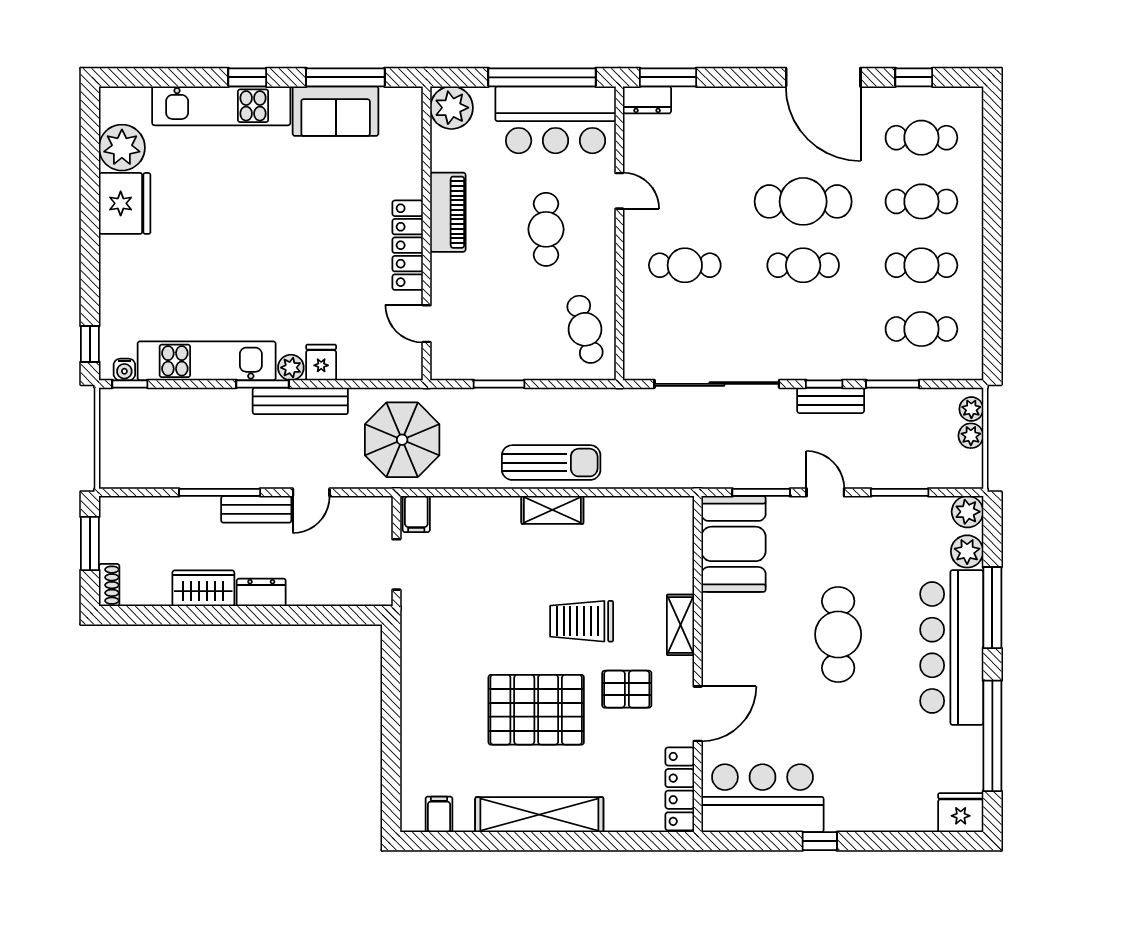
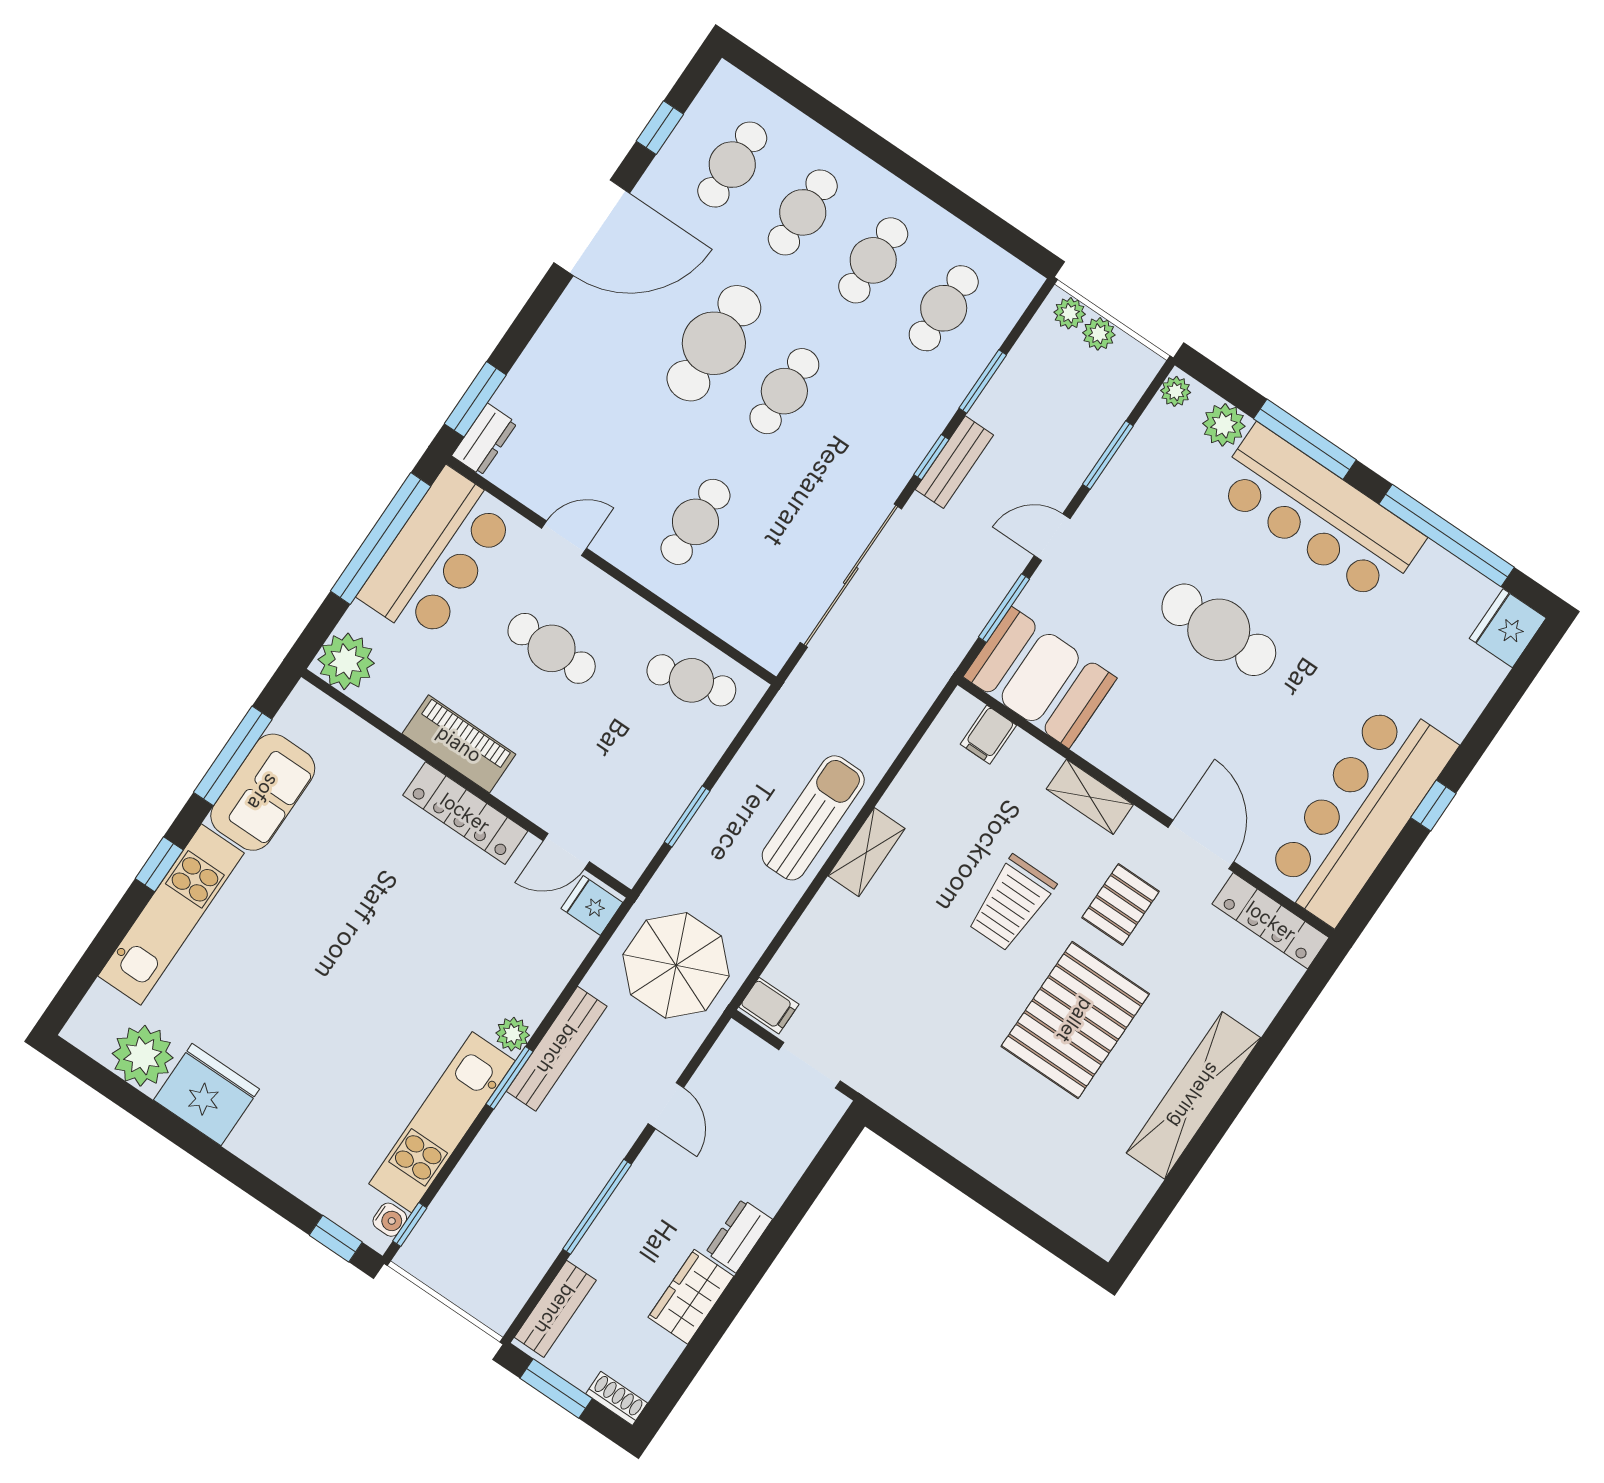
fridge: (321, 362) -> (592, 905), moved
bench: (256, 509) -> (555, 1309), moved
plant: (967, 512) -> (1176, 391), width x0.73, depth x0.73
bar counter: (762, 798) -> (1360, 812), width x1.36
filing cabinet: (439, 814) -> (988, 735), moved, turned -90

